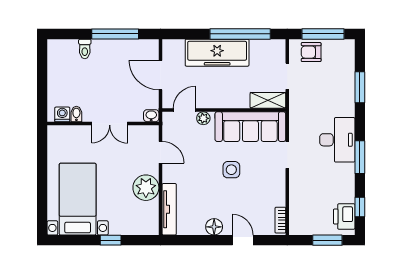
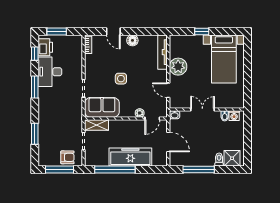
shower: (65, 51) -> (232, 158), added
sofa: (250, 127) -> (102, 107), width x0.73
desk: (337, 140) -> (50, 72), moved

